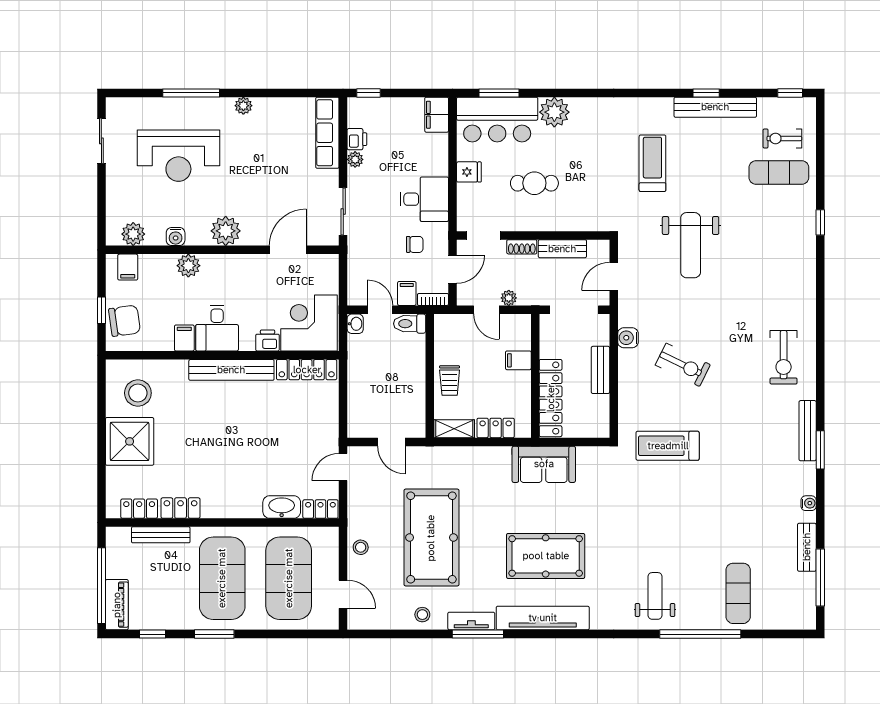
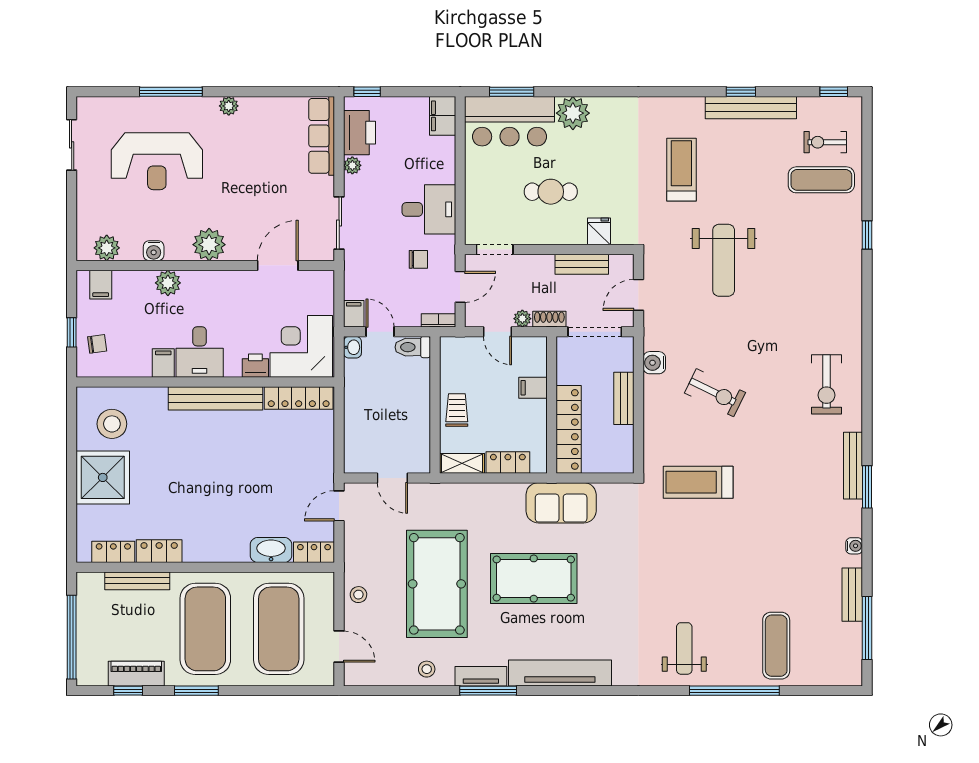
printer: (357, 139) -> (359, 133), width x1.87, depth x1.48
fridge: (469, 172) -> (599, 231), moved, turned -90
shoe rack: (522, 247) -> (549, 319), moved, turned 180
filing cabinet: (407, 293) -> (354, 314), moved
chair: (125, 321) -> (97, 344), width x0.54, depth x0.54
trolley: (450, 381) -> (457, 410), turned 180
pool table: (546, 556) -> (534, 579), moved
piano: (117, 605) -> (136, 674), moved, turned -90

